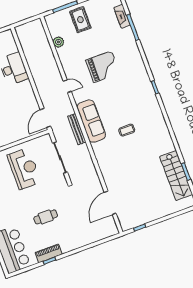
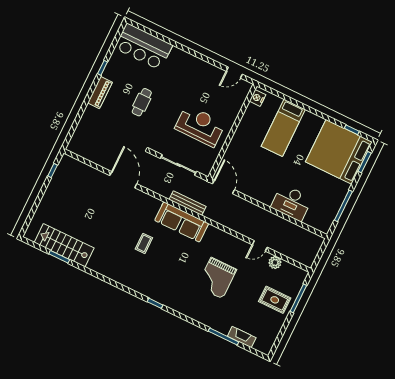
door: (67, 86) -> (260, 246), moved
reception desk: (24, 169) -> (200, 126), turned 180
door: (110, 203) -> (123, 180), moved
piano: (49, 253) -> (100, 92), moved

